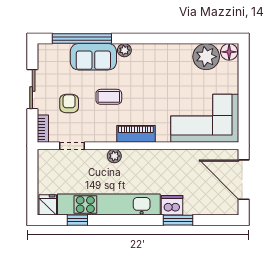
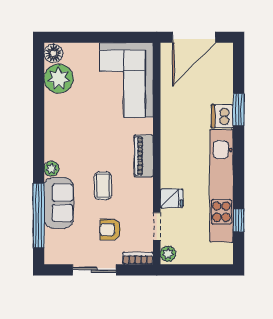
plant: (114, 156) -> (168, 254), moved
fridge: (48, 205) -> (172, 198), moved, turned 180

